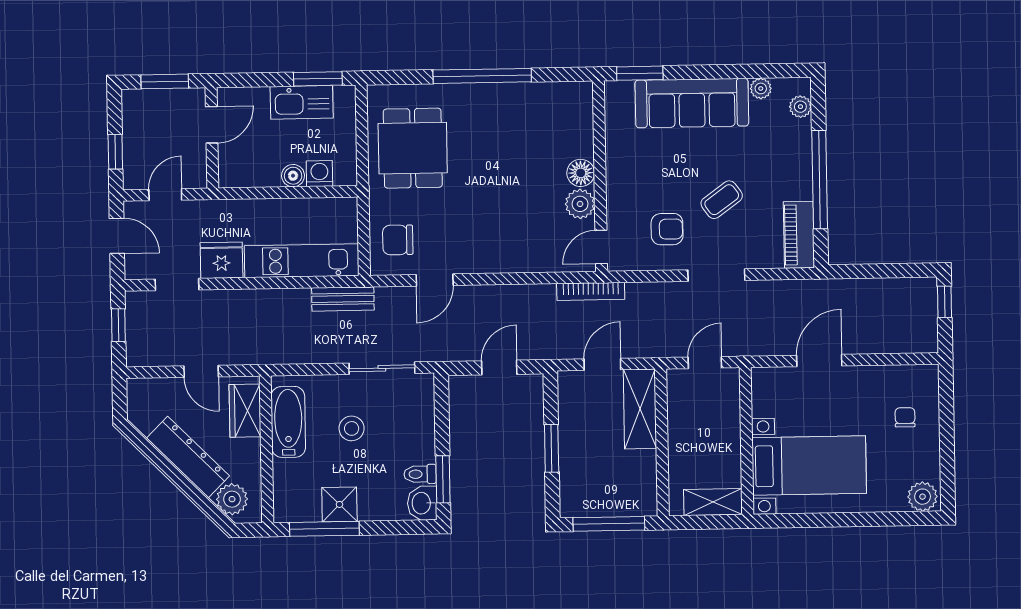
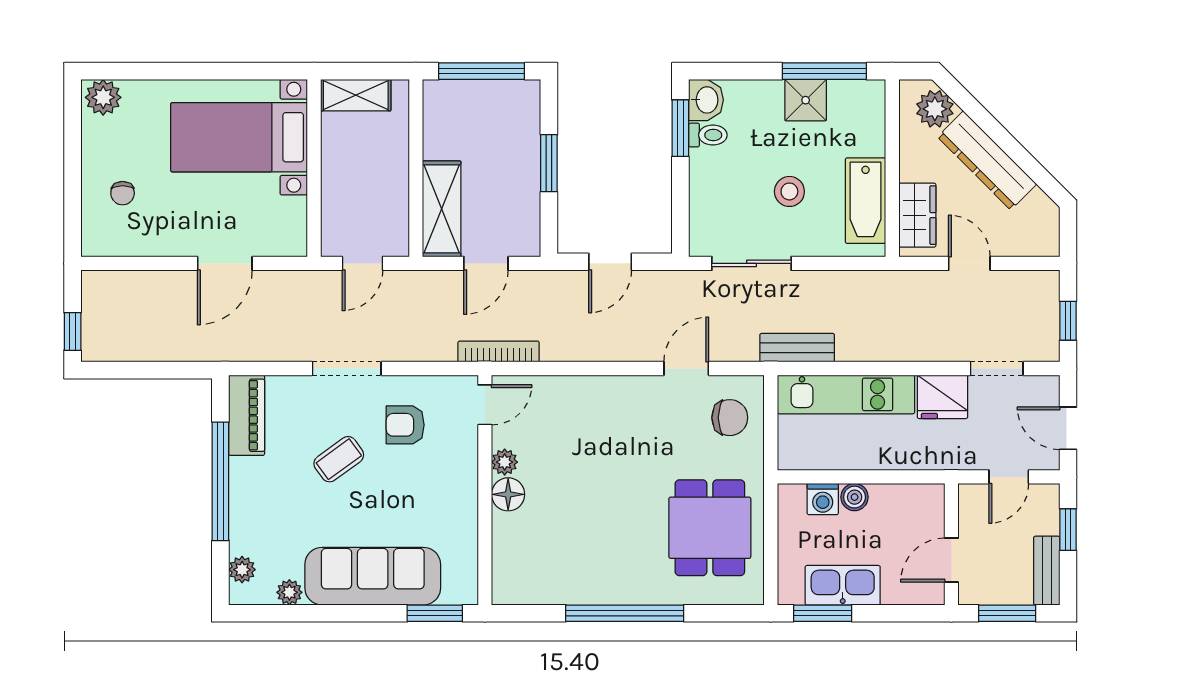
bench: (132, 117) -> (1047, 571), added
plant: (580, 204) -> (505, 462), width x0.73, depth x0.73

